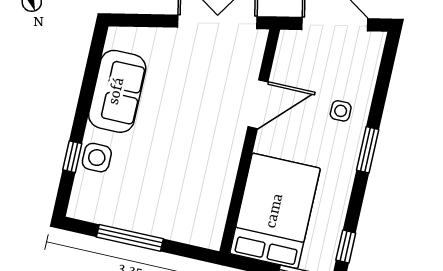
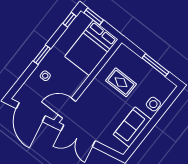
door: (258, 104) -> (67, 108), moved
window: (72, 157) -> (163, 109), removed
rug: (182, 170) -> (121, 82), added

